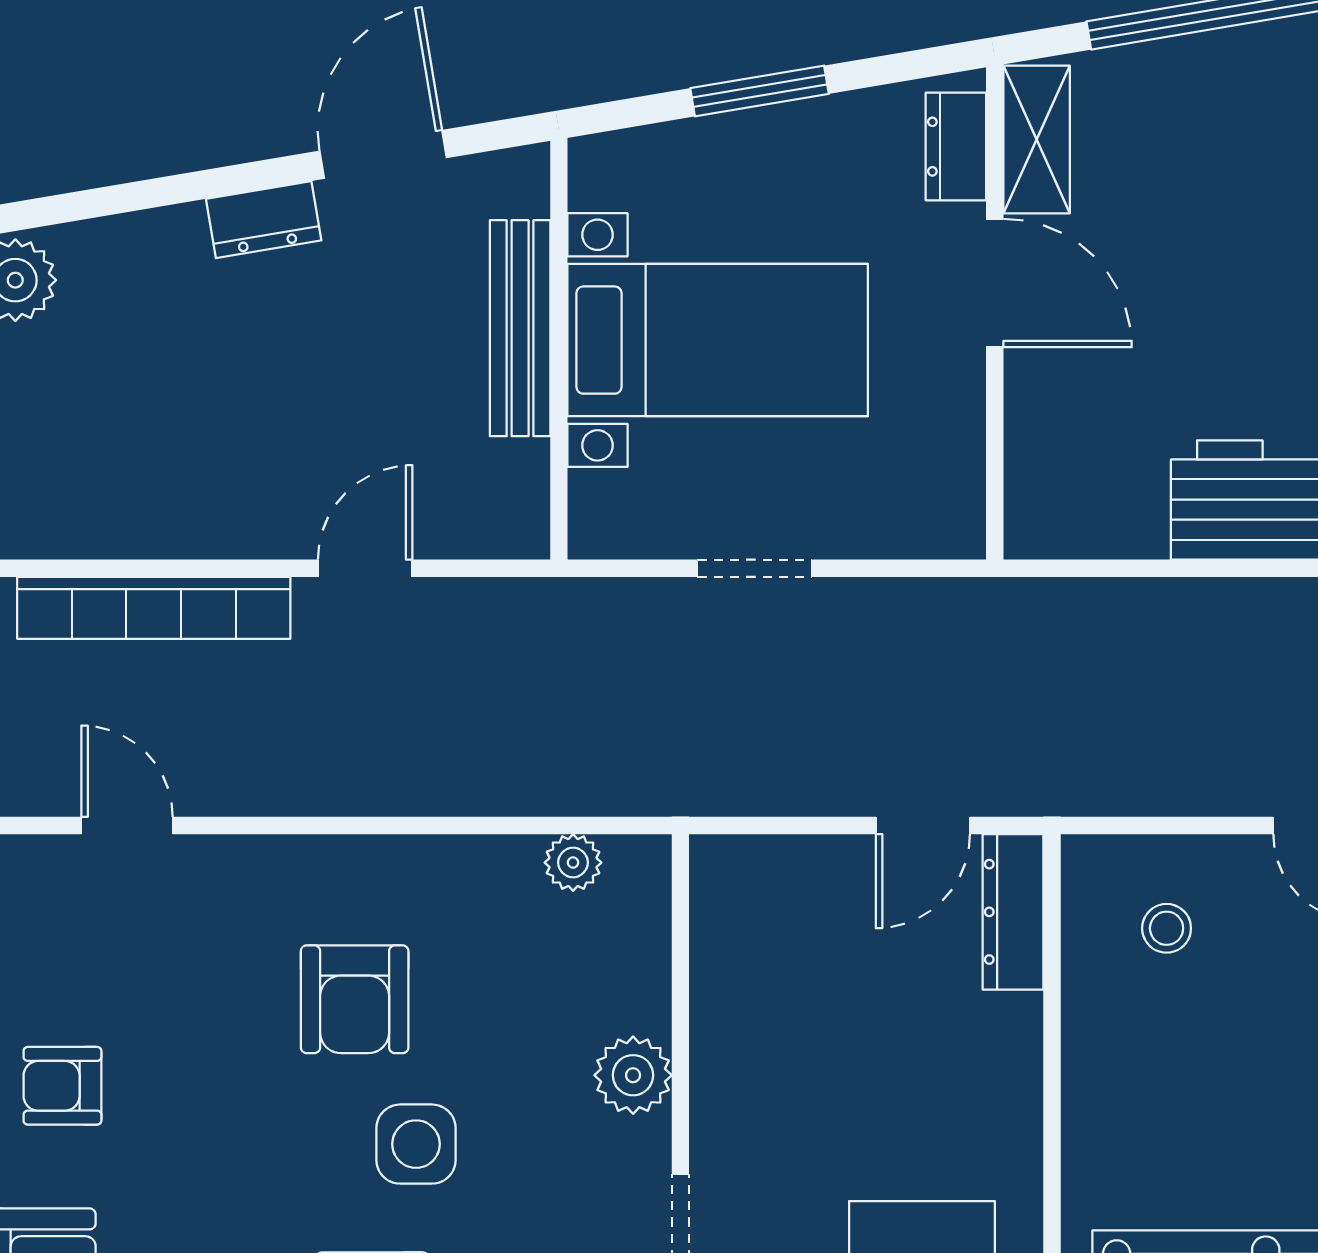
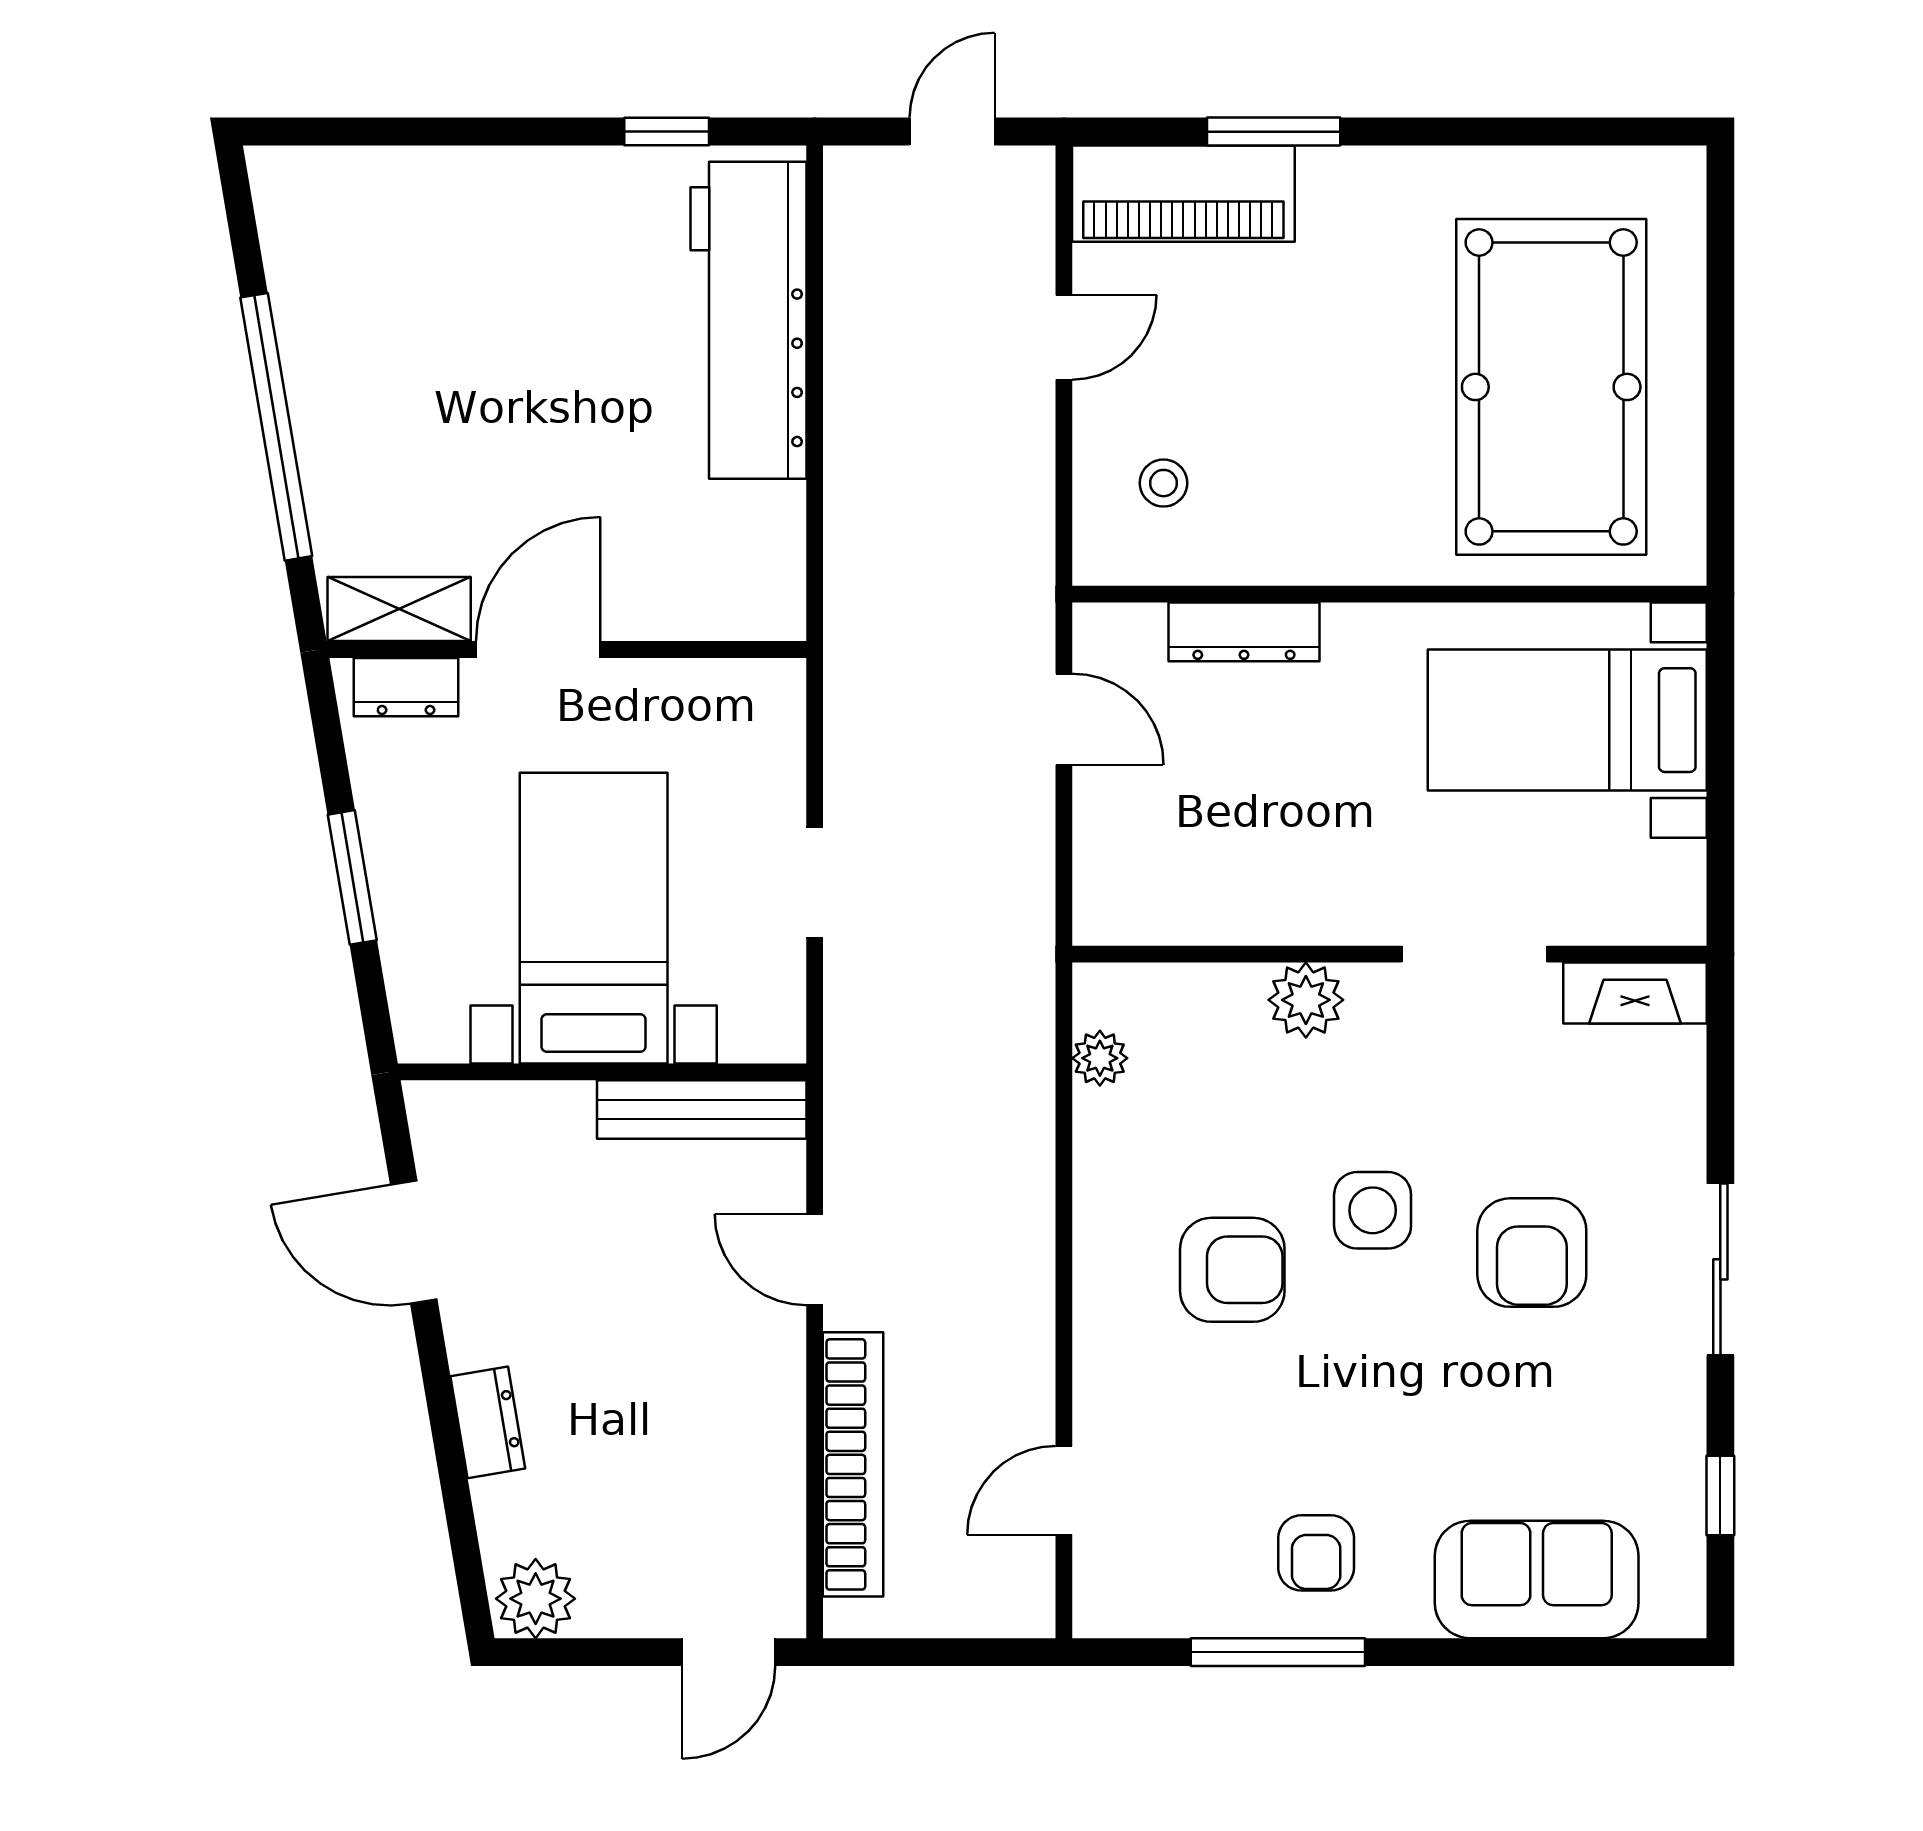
dresser: (264, 220) -> (488, 1422), moved
bench: (520, 328) -> (702, 1109), moved
dresser: (1013, 912) -> (1244, 632), moved

